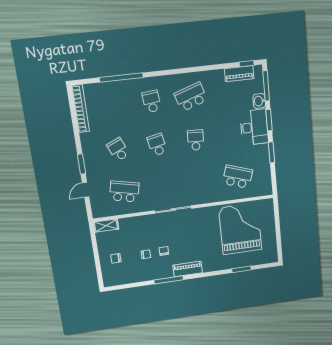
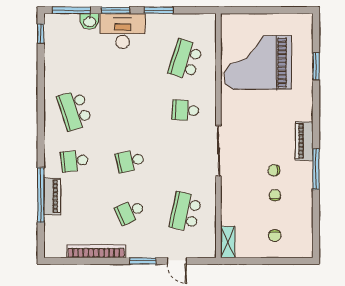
piano: (239, 74) -> (52, 196), moved
bookcase: (80, 109) -> (96, 251), moved
school desk: (196, 140) -> (185, 110), moved

